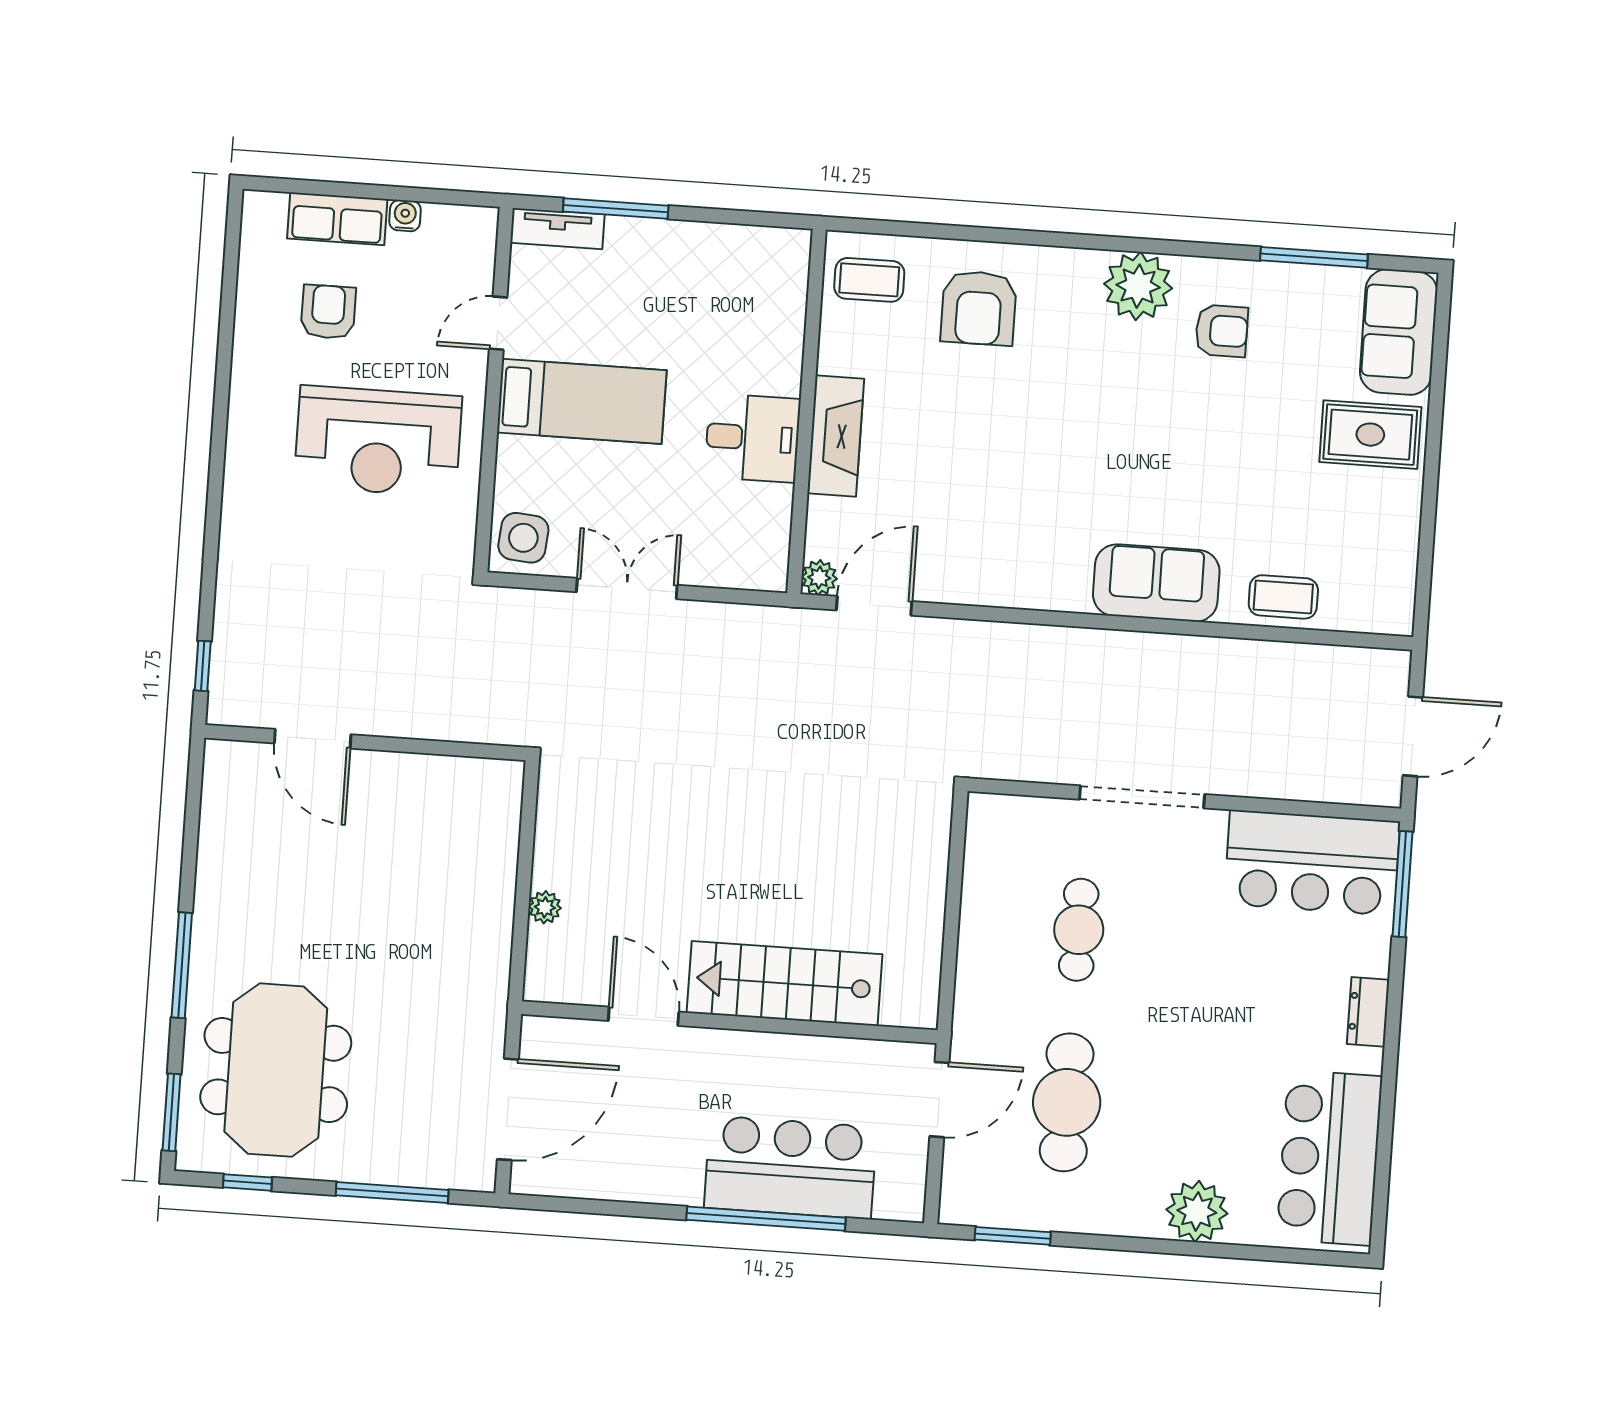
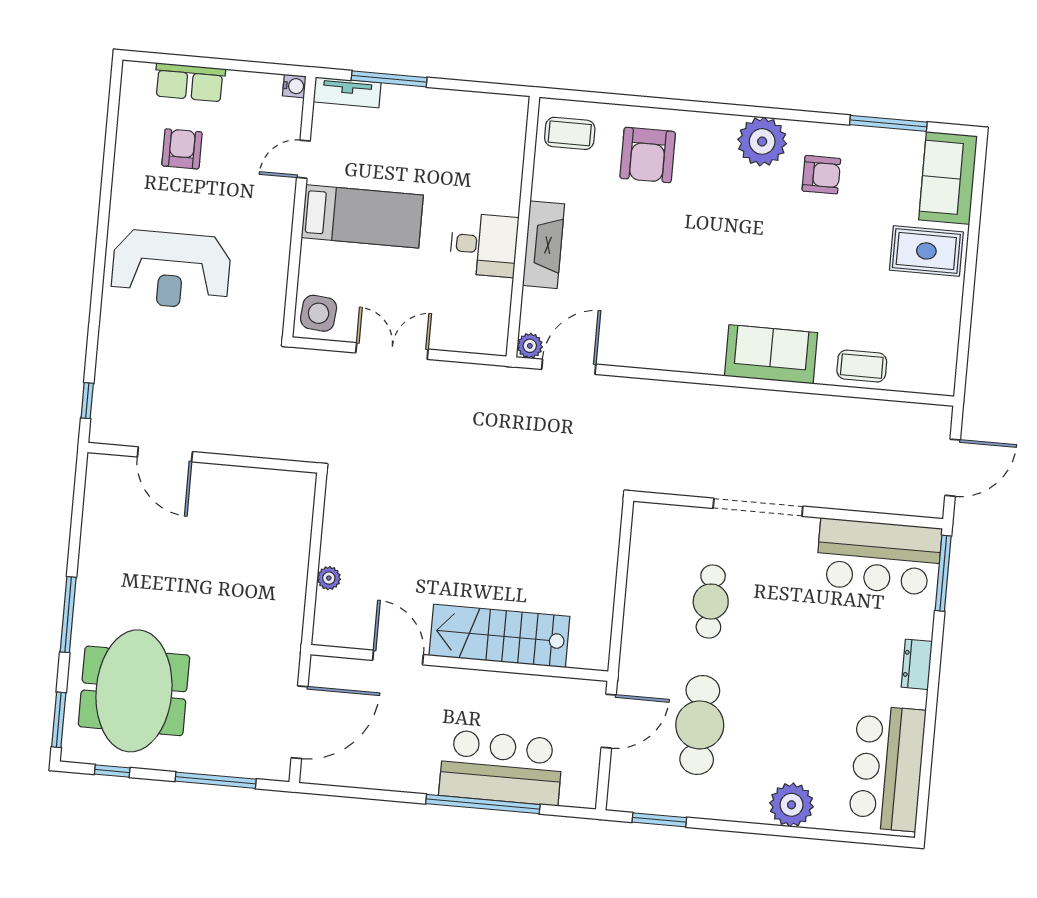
water cooler: (405, 216) -> (294, 86), moved, turned 90
reception desk: (378, 441) -> (171, 270), moved

